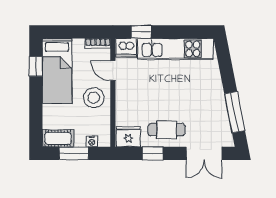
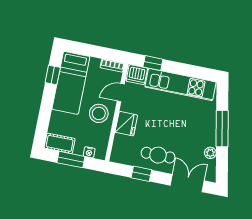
door: (113, 71) -> (121, 93), hinge flipped
window: (235, 112) -> (222, 129), moved
plant: (222, 116) -> (210, 153), added
fridge: (128, 137) -> (126, 124), moved, turned 90
double door: (204, 153) -> (187, 183), swing flipped

